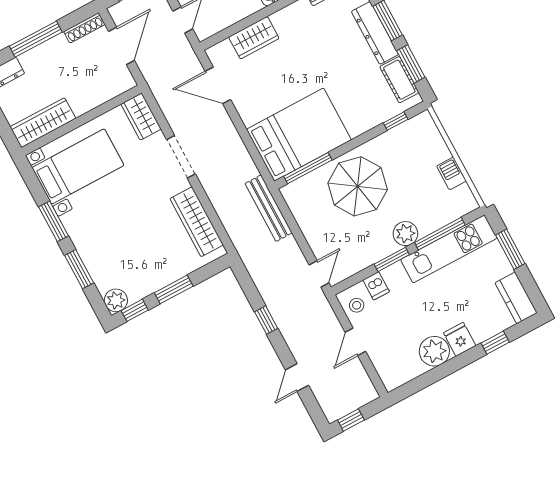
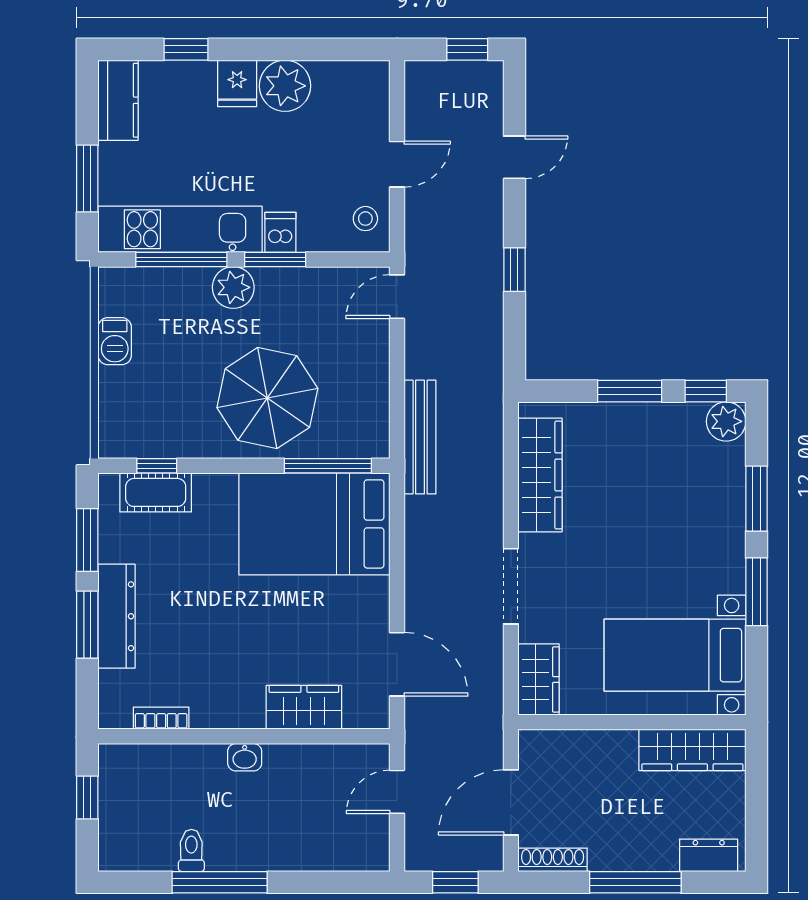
cot: (399, 80) -> (156, 492), moved, turned 90
dishwasher: (376, 286) -> (280, 232), moved

